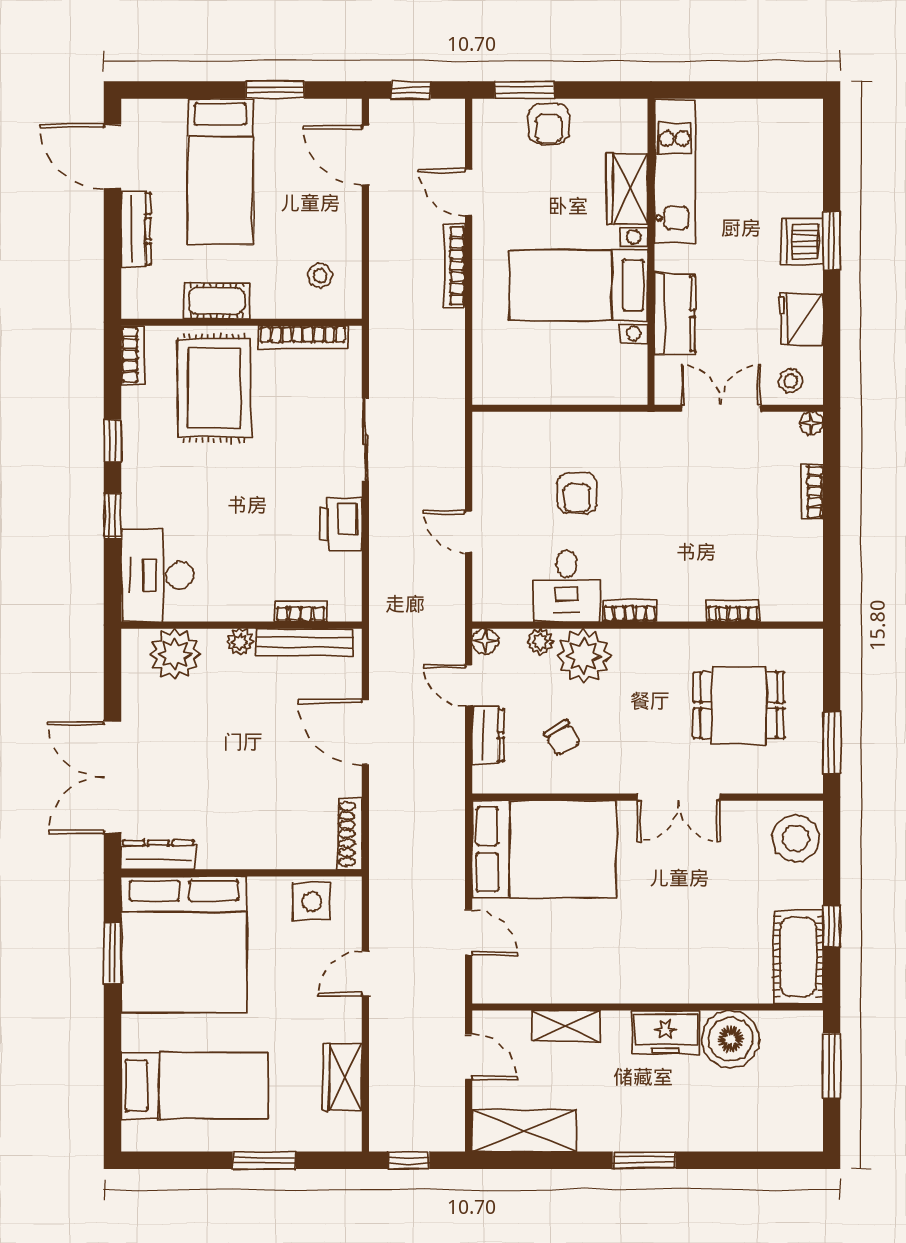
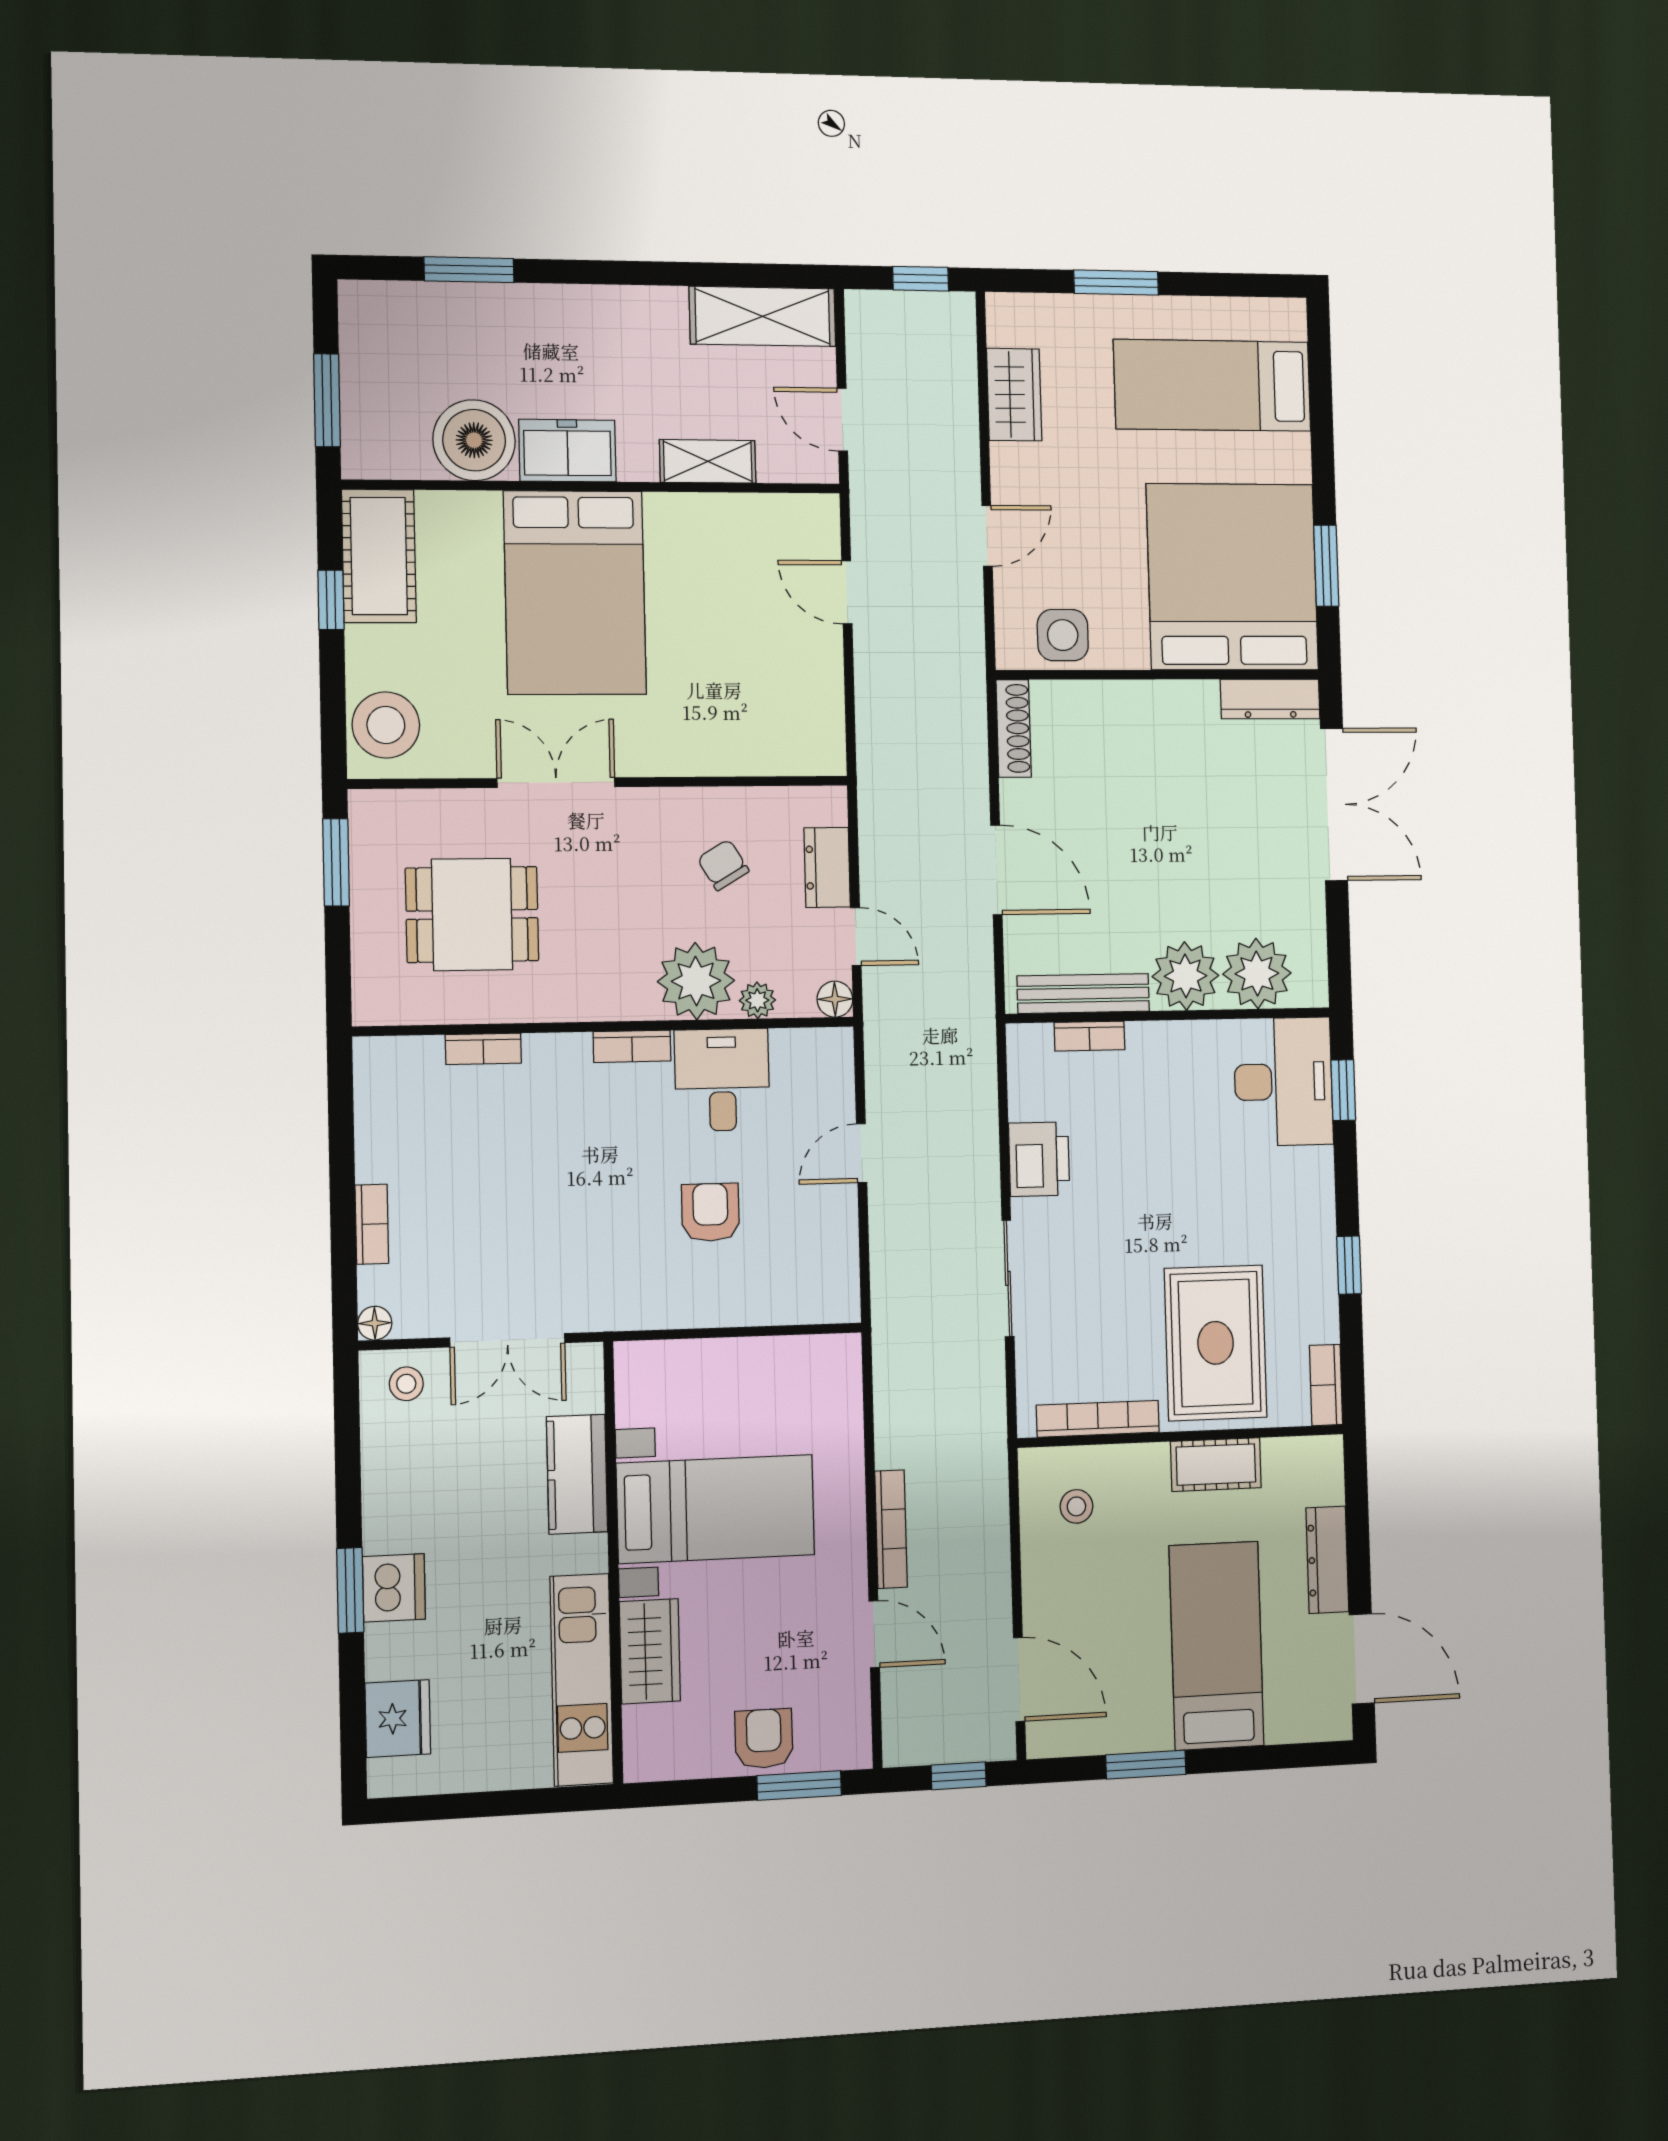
fridge: (801, 319) -> (398, 1718), moved
window: (112, 516) -> (1343, 1090), moved
door: (469, 532) -> (862, 1153), swing flipped
plant: (240, 642) -> (1185, 976), width x1.88, depth x1.88
bed: (544, 849) -> (575, 593), moved, turned -90
window: (644, 1160) -> (469, 270), moved

